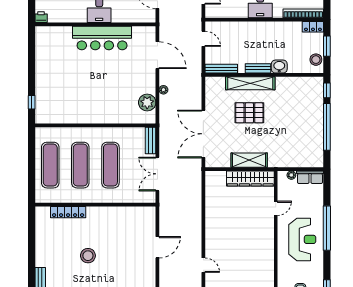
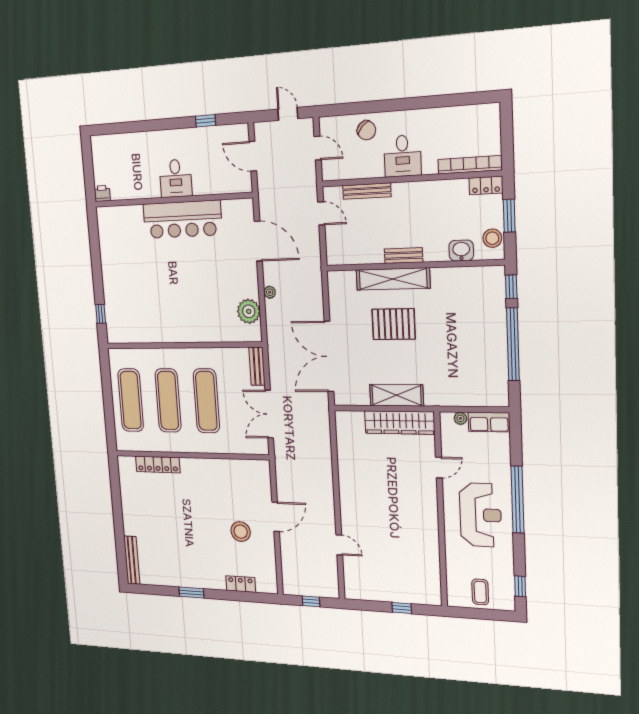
washbasin: (279, 67) -> (461, 251), moved
bench: (221, 69) -> (367, 191), moved
stool: (88, 256) -> (241, 532), moved

